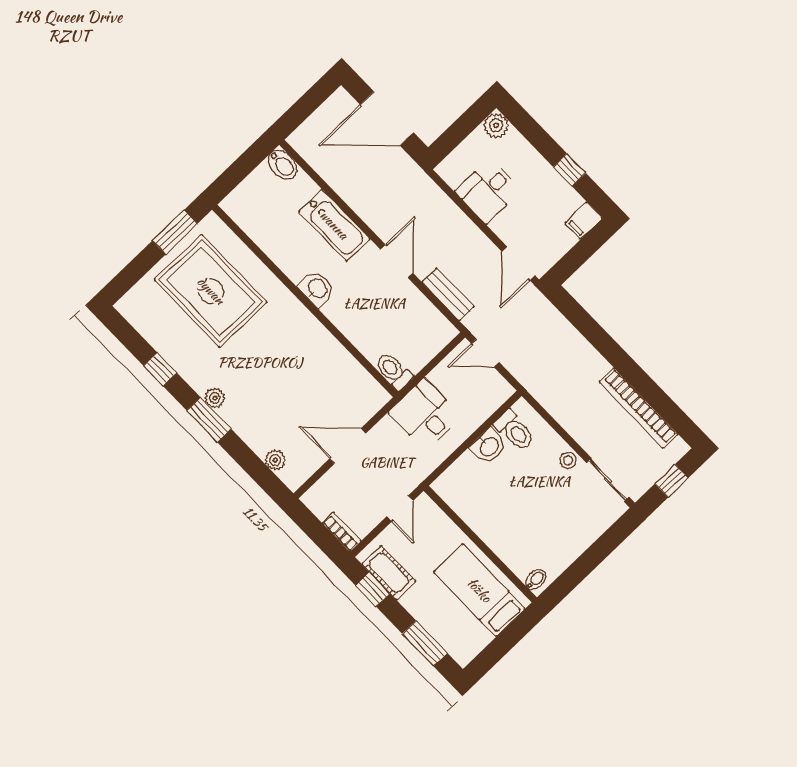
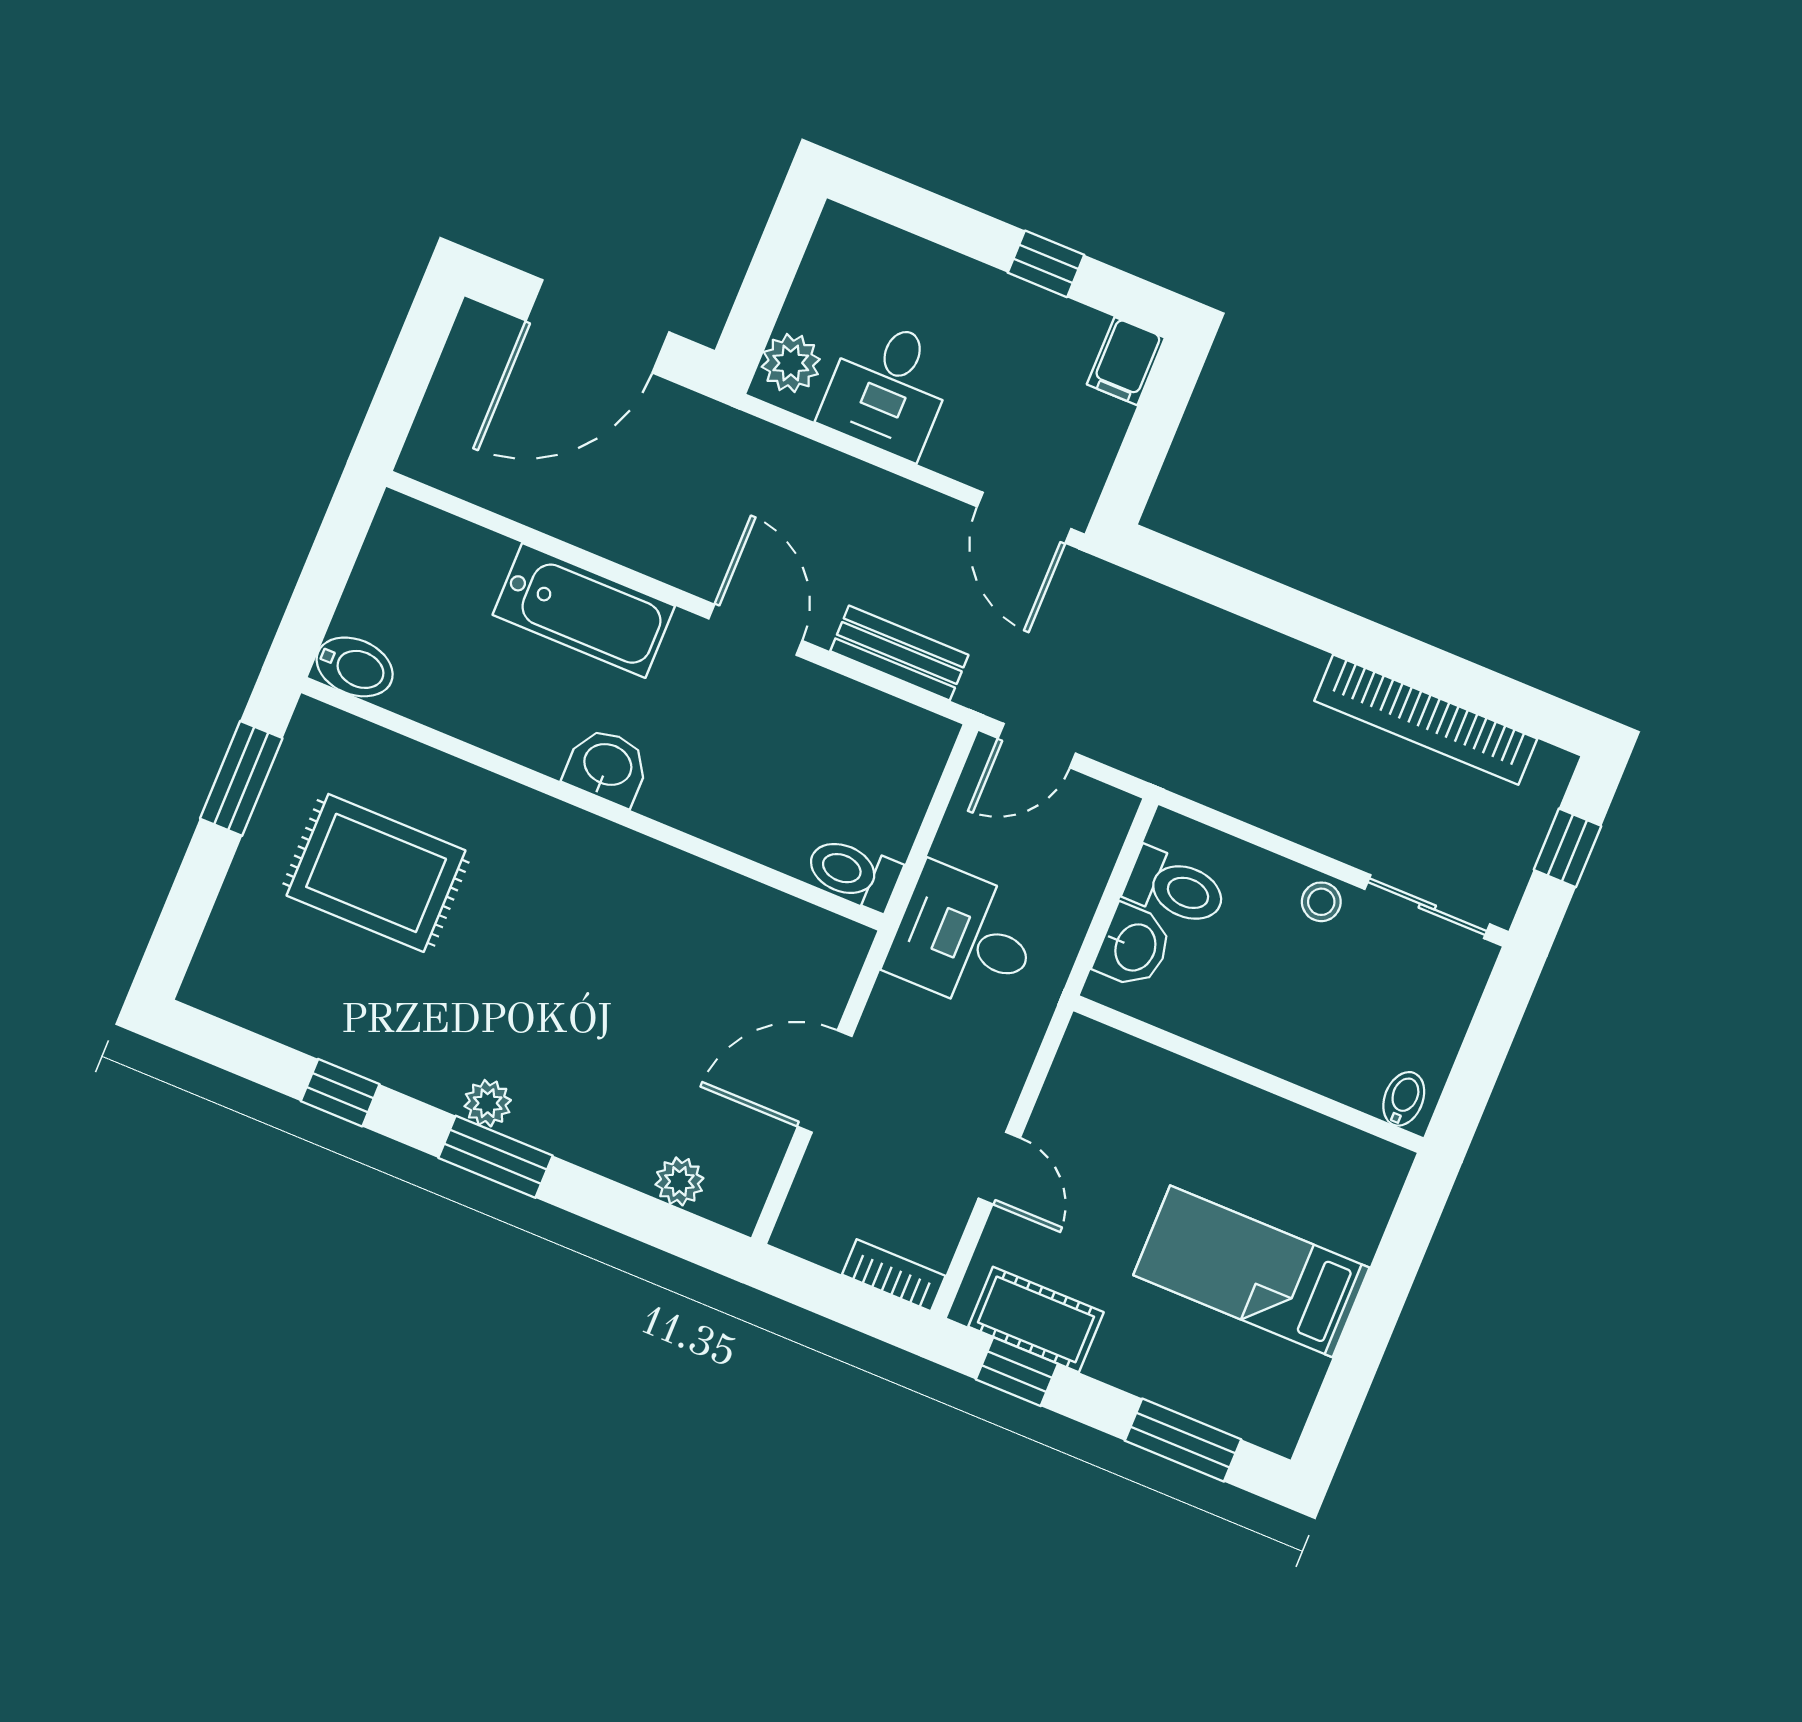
plant: (496, 125) -> (791, 363), moved
bidet: (282, 165) -> (355, 667), moved
rug: (211, 291) -> (376, 873), width x0.73, depth x0.69
wall: (480, 544) -> (1248, 1074), moved
bidet: (536, 580) -> (1404, 1099), moved

